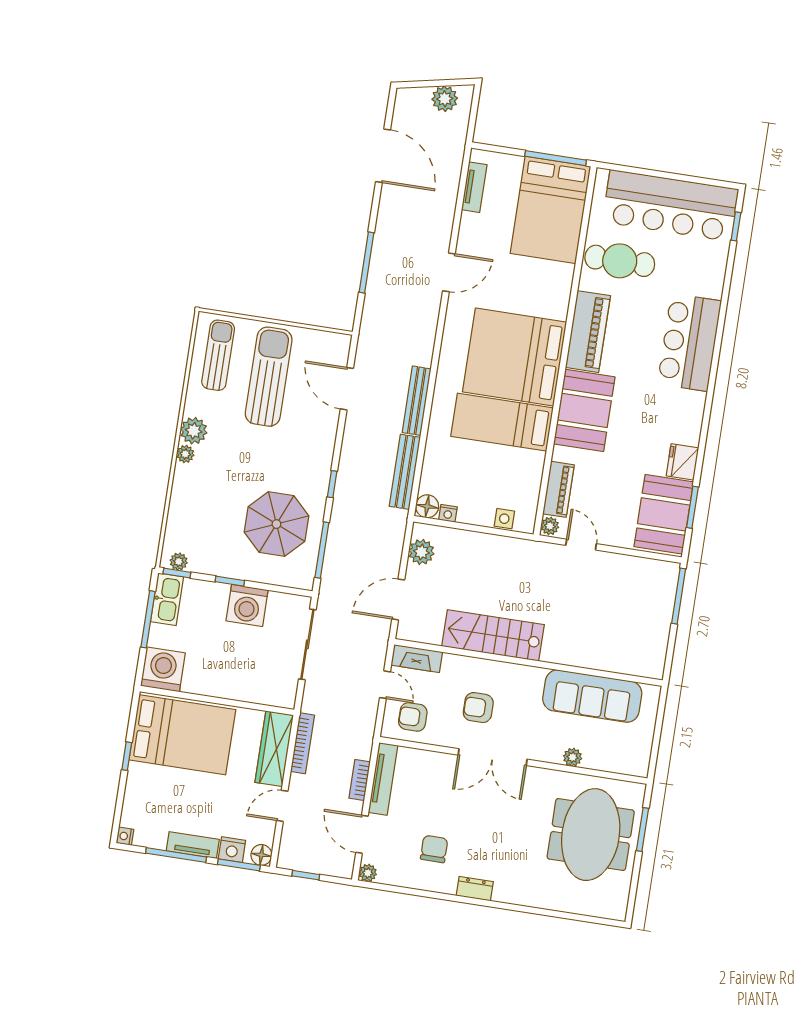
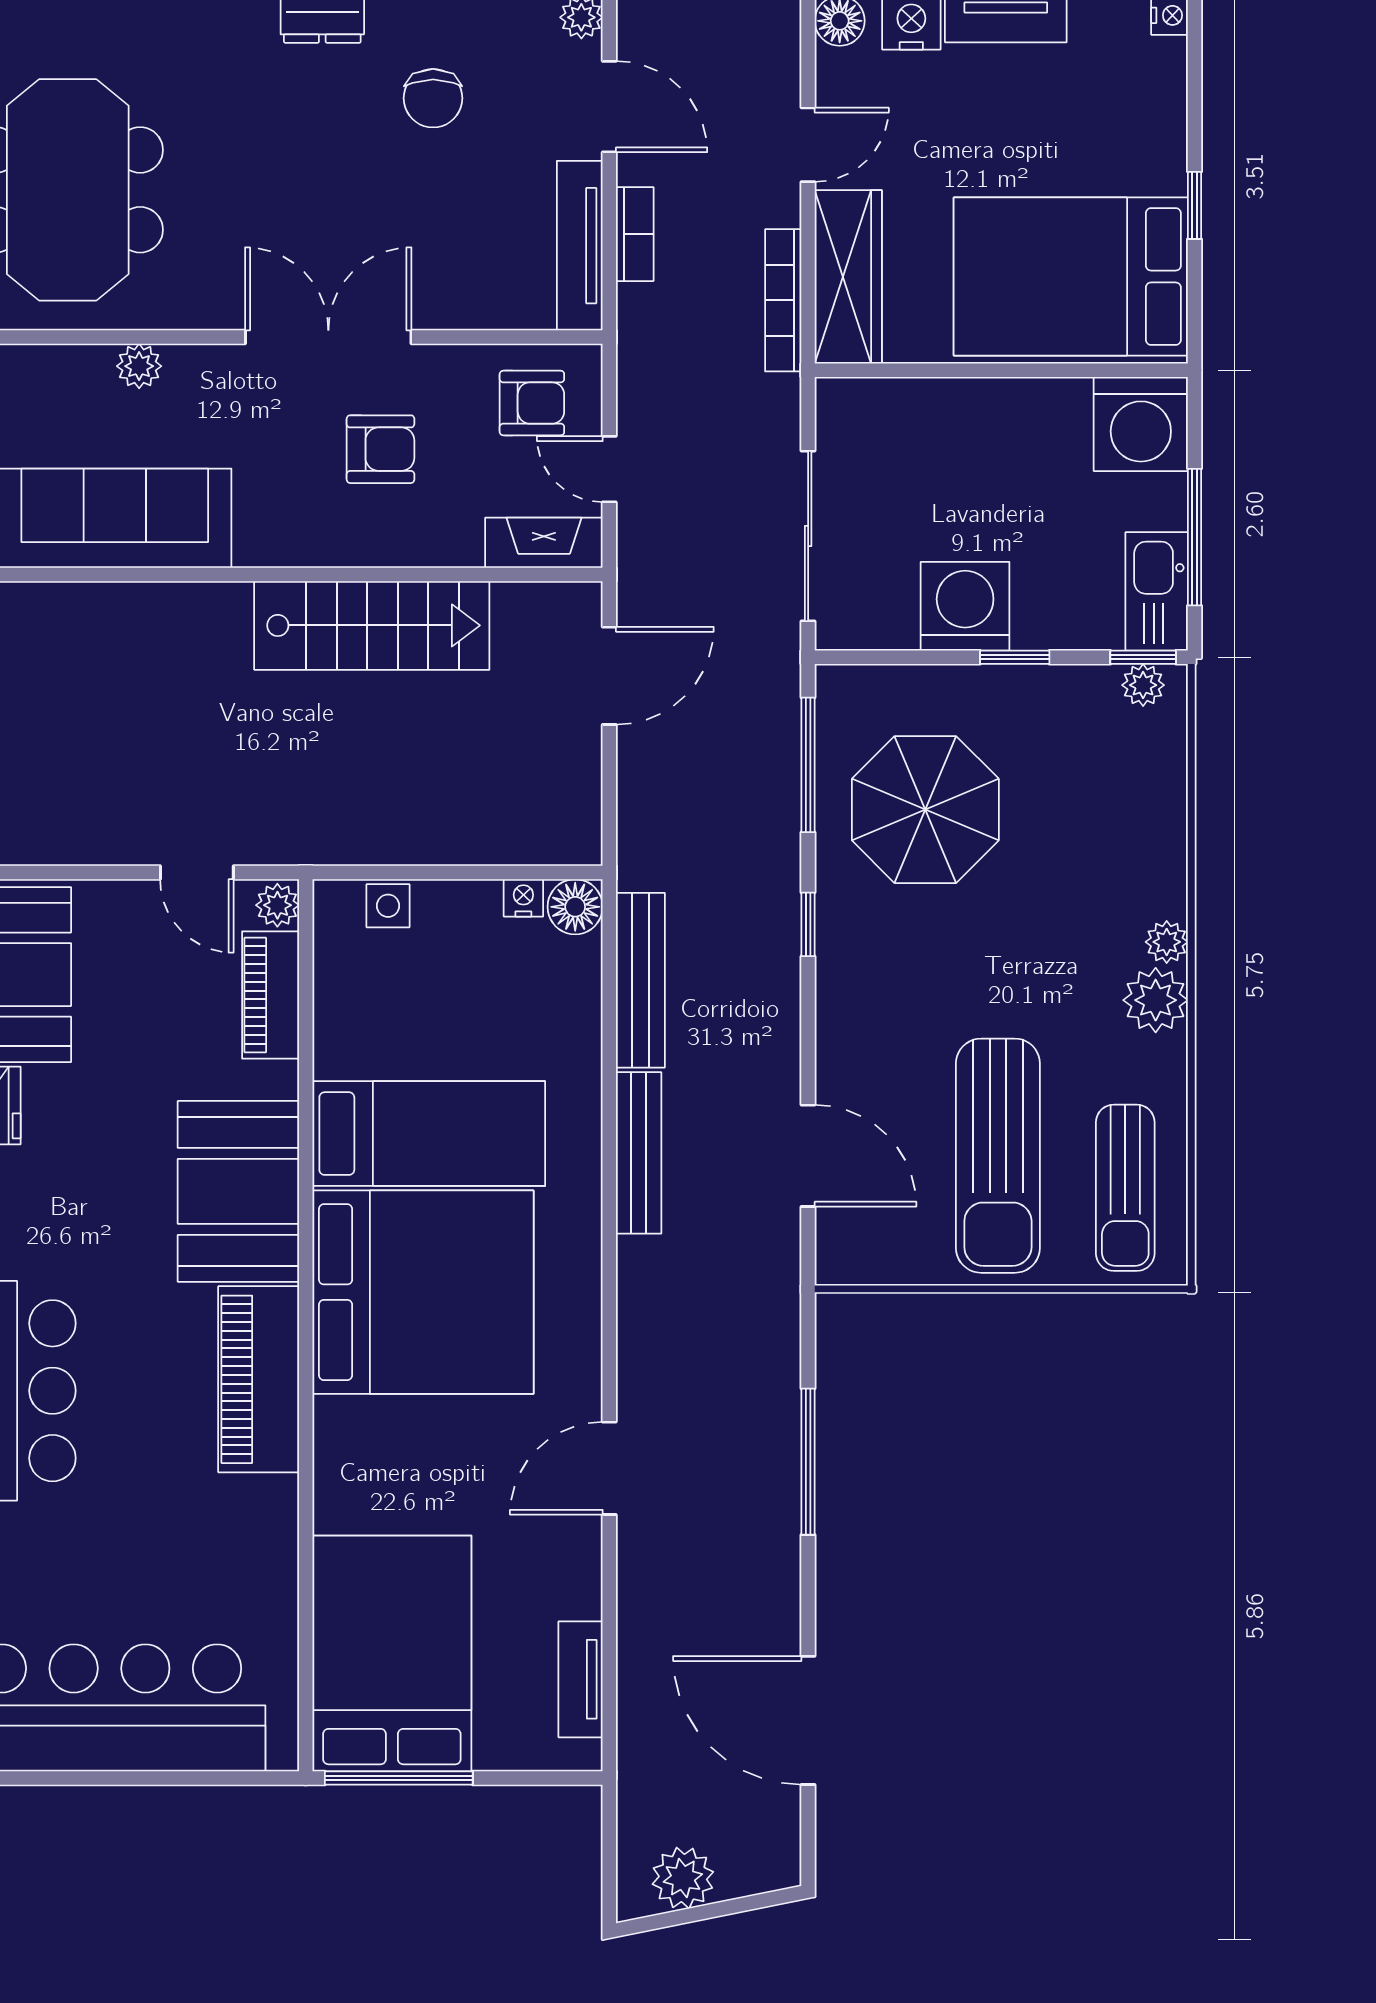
cafe table: (620, 261) -> (209, 1558), removed
plant: (421, 552) -> (572, 797), removed

